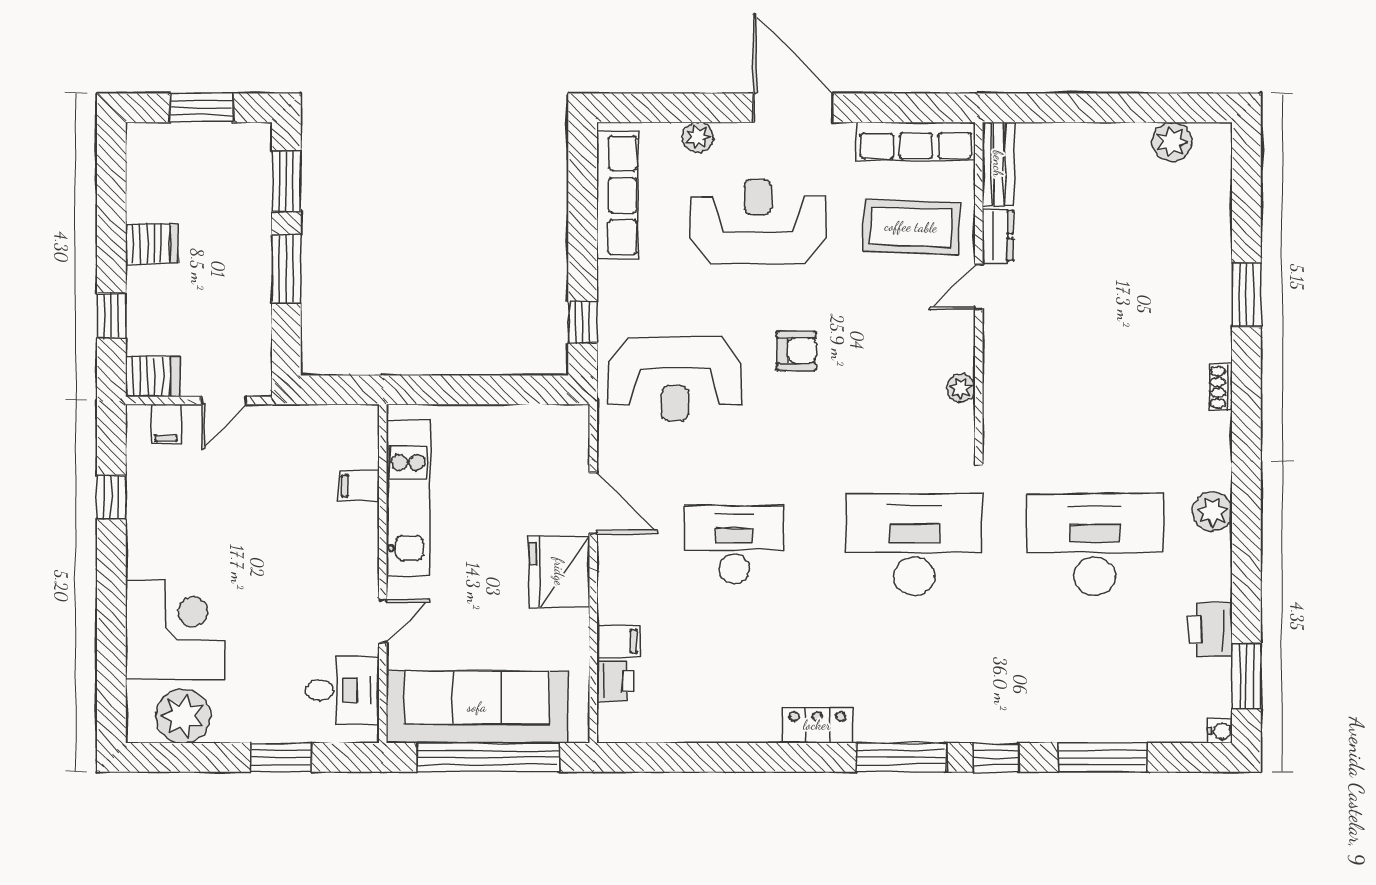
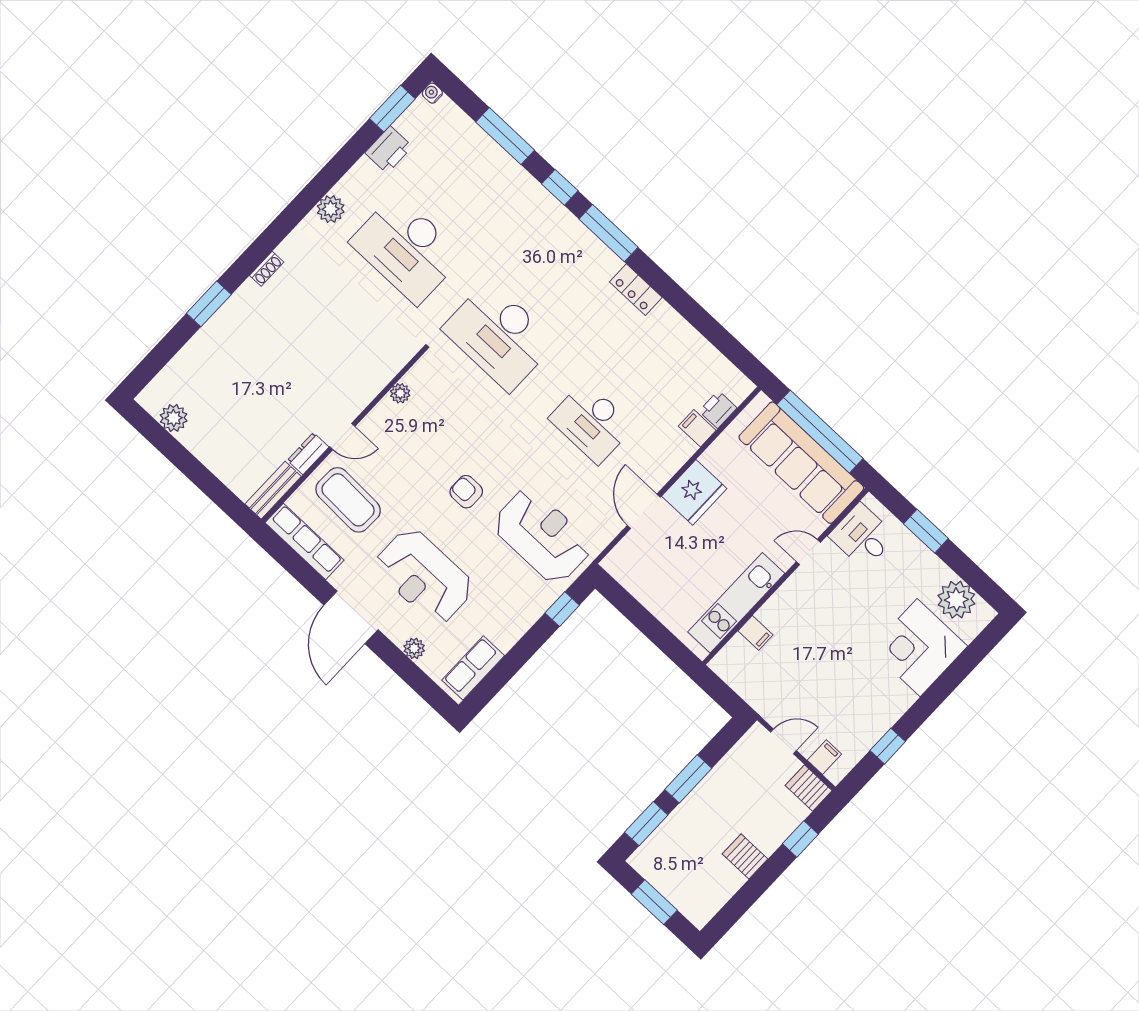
row of seats: (618, 195) -> (473, 668), width x0.68

